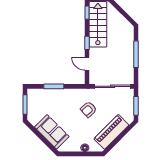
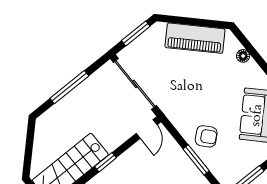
door: (87, 64) -> (147, 129), moved
armchair: (89, 109) -> (206, 136), moved

